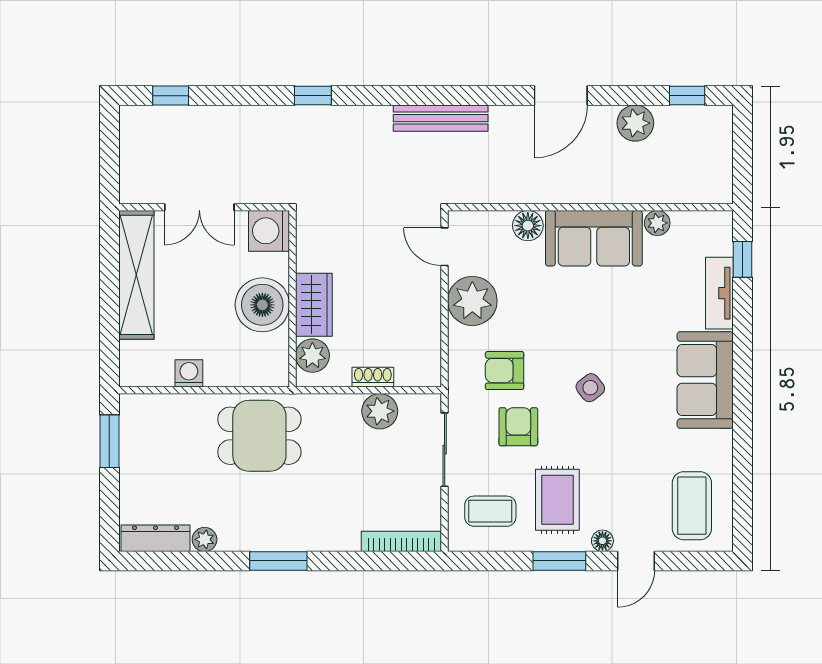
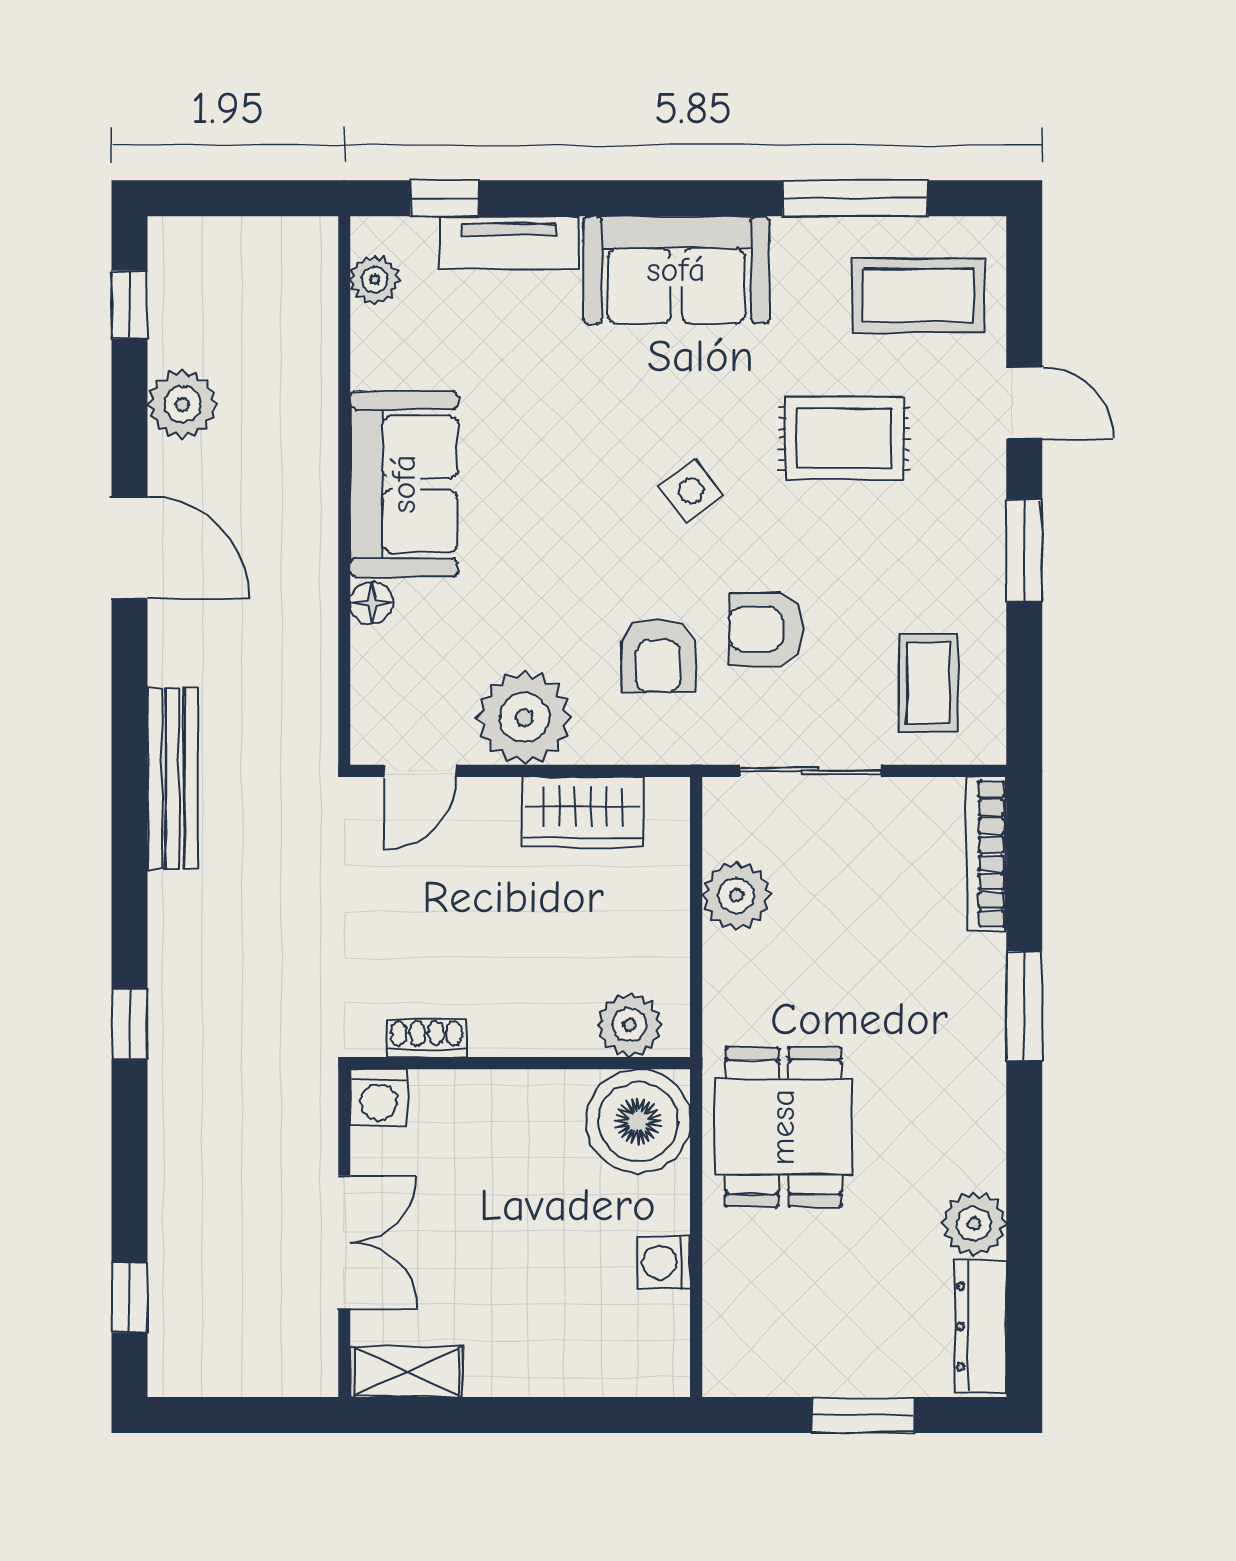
plant: (657, 223) -> (375, 280), moved
floor lamp: (528, 226) -> (372, 603), width x0.73, depth x0.73
washing machine: (269, 231) -> (379, 1098), width x0.73, depth x0.73
shelving: (136, 275) -> (407, 1372), width x0.45, depth x0.75
boiler: (262, 305) -> (638, 1121), moved
wardrobe: (314, 305) -> (583, 812), moved, turned 180
shoe rack: (373, 377) -> (427, 1038), moved, turned 90
window: (109, 441) -> (863, 1415), moved
window: (742, 473) -> (855, 198), added
rug: (557, 500) -> (844, 438), moved
plant: (205, 539) -> (974, 1223), width x1.38, depth x1.38
floor lamp: (602, 541) -> (985, 468), removed
window: (278, 561) -> (1024, 1006), moved

